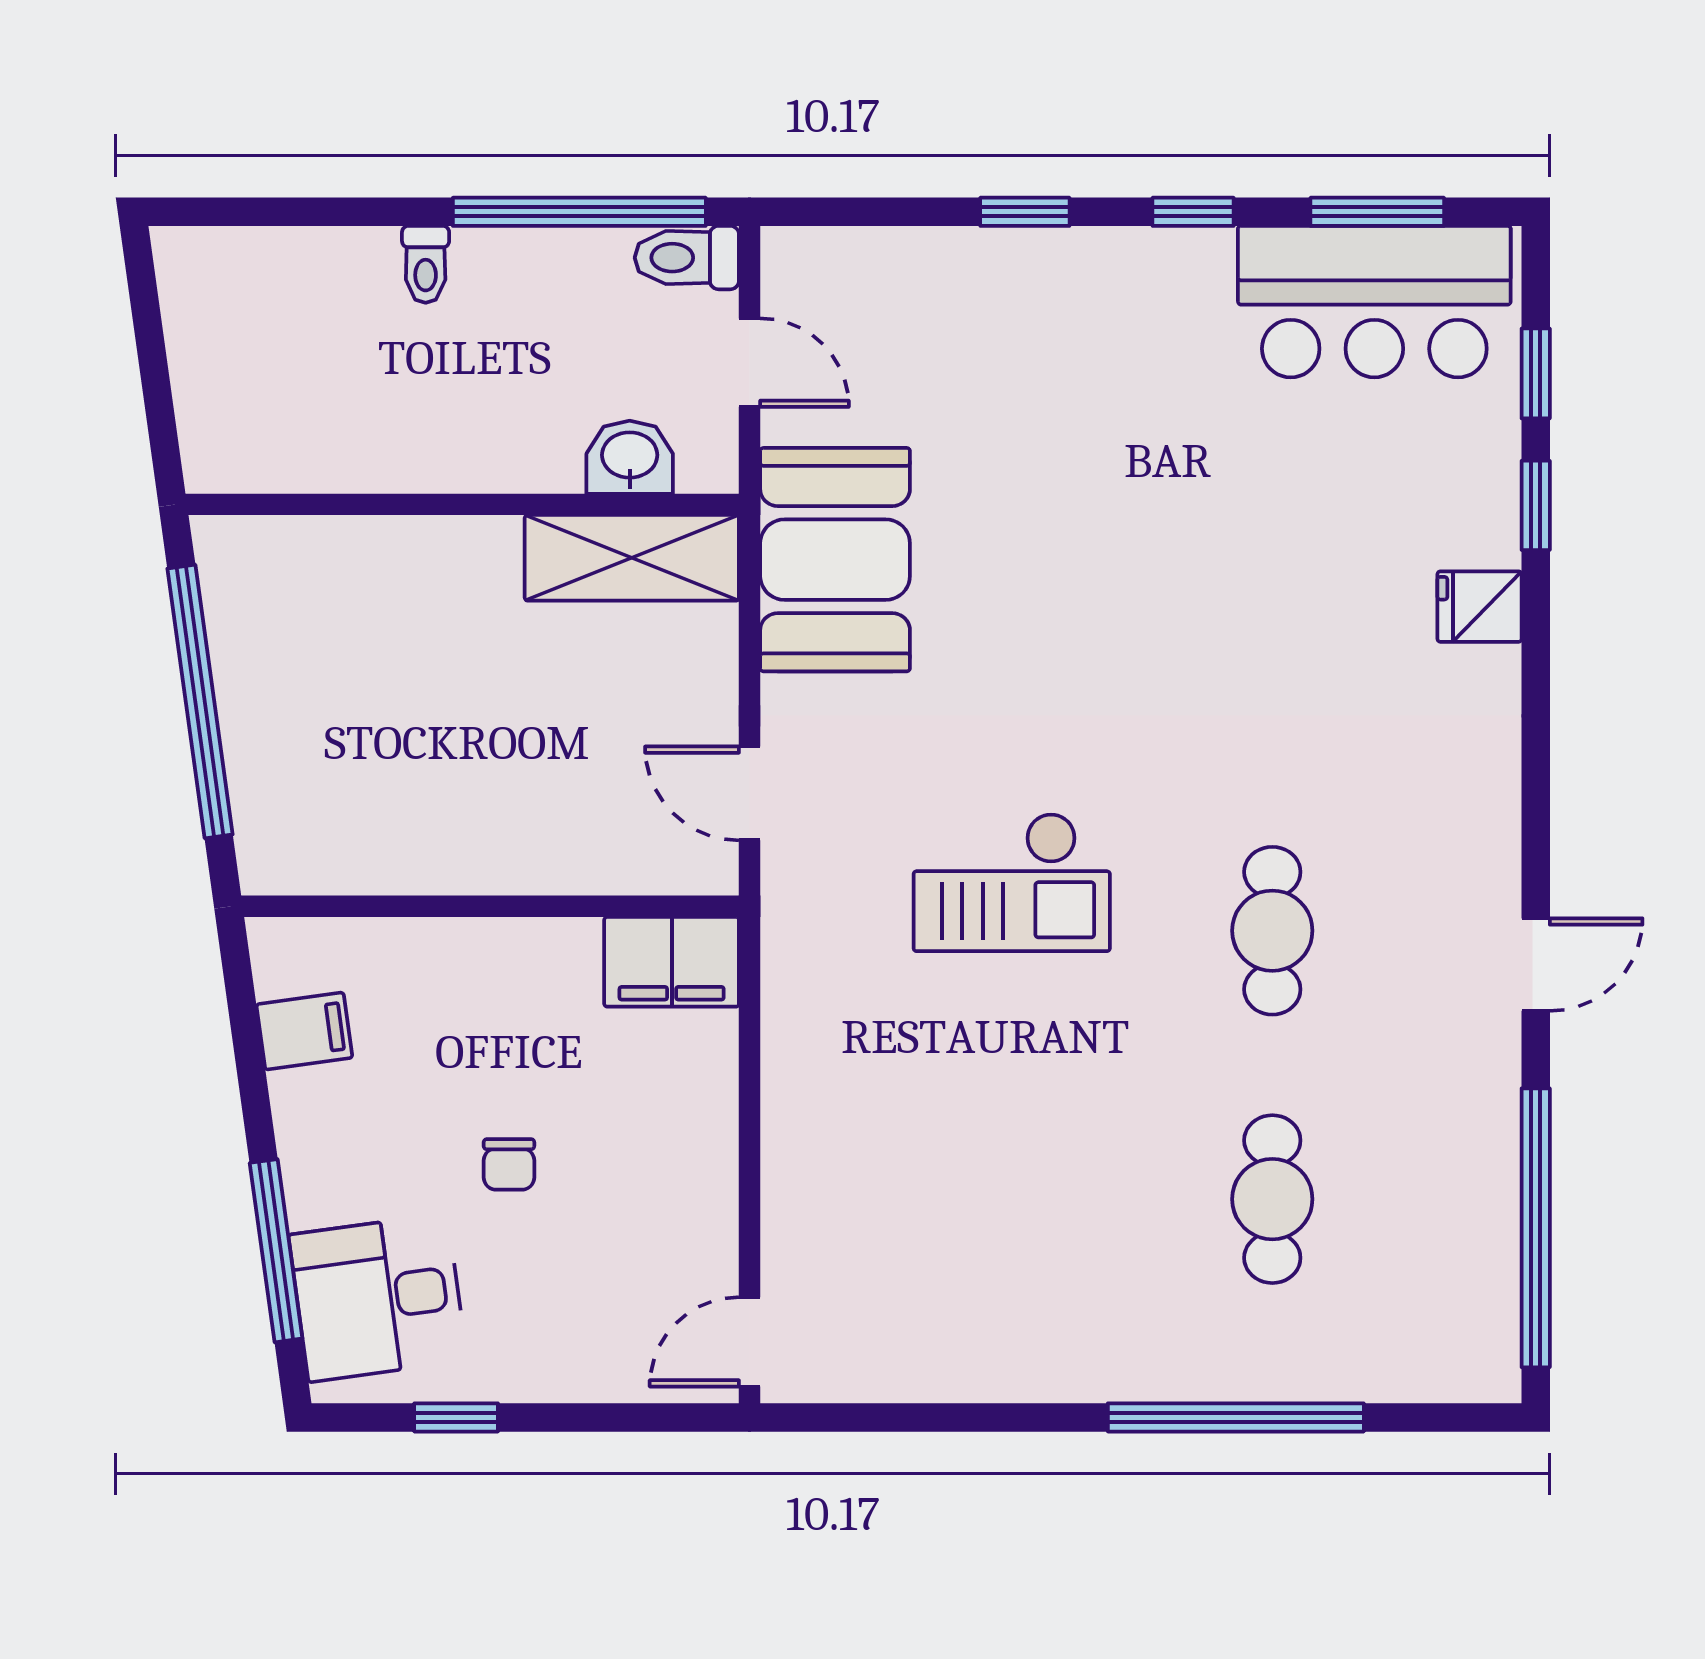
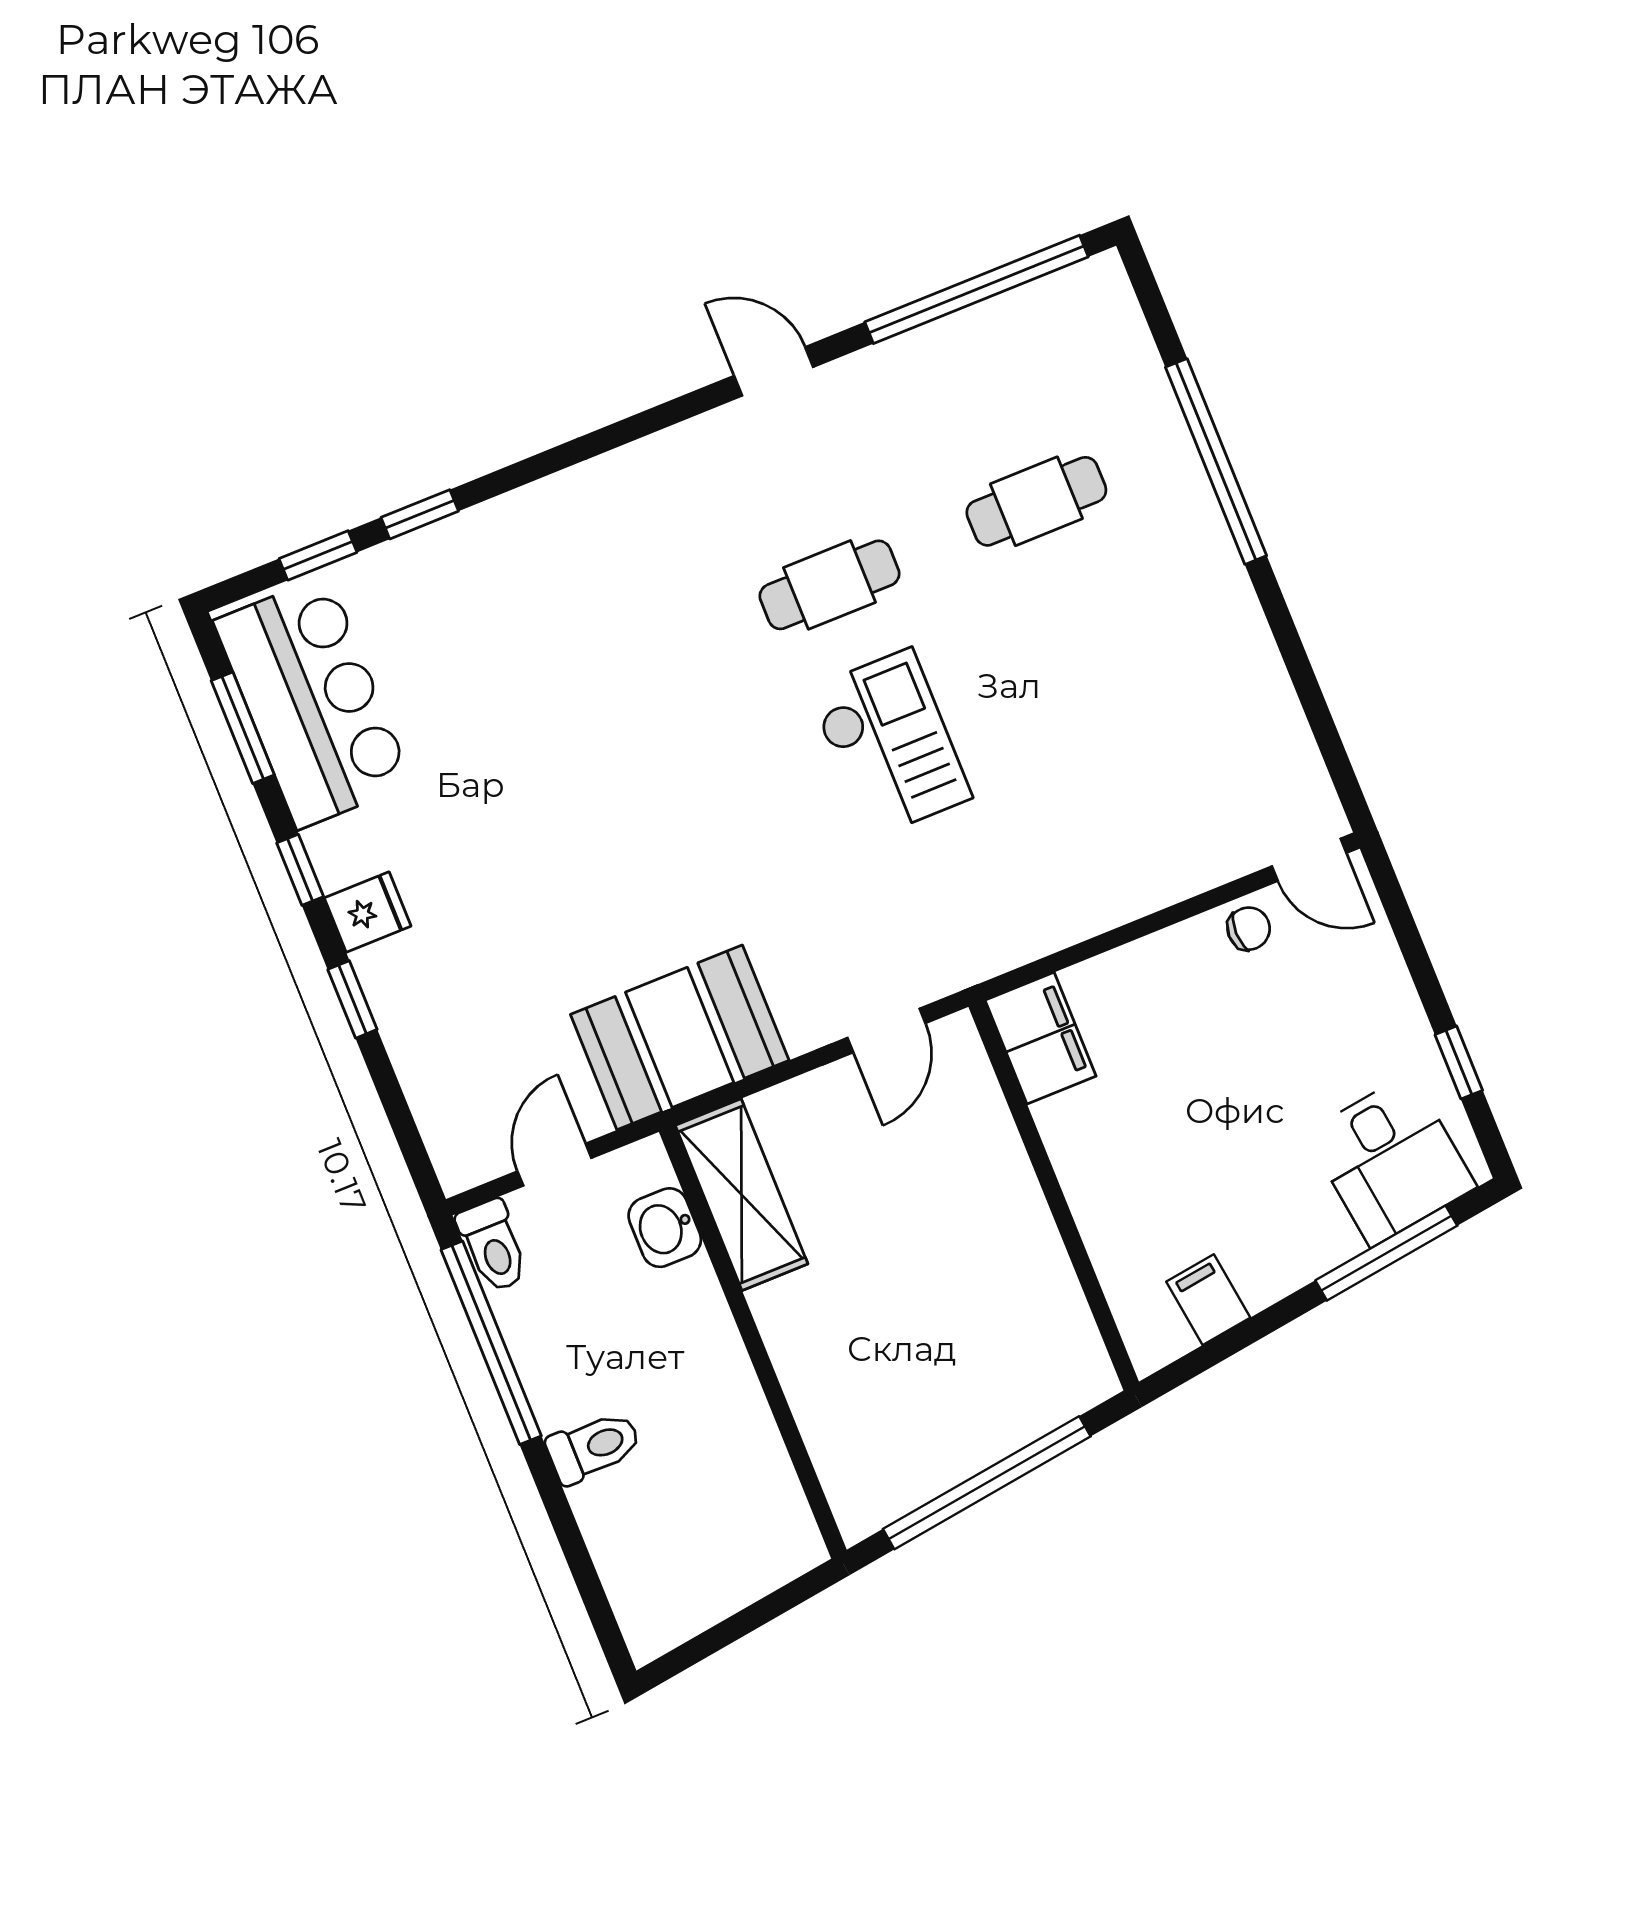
toilet: (426, 264) -> (594, 1447), width x1.37, depth x1.39
fridge: (1479, 607) -> (368, 912), moved, turned -90
checkout: (1012, 882) -> (890, 744), moved
chair: (509, 1164) -> (1249, 929), moved

